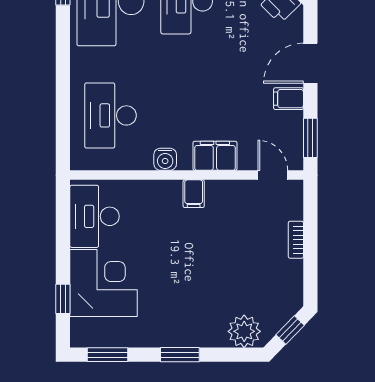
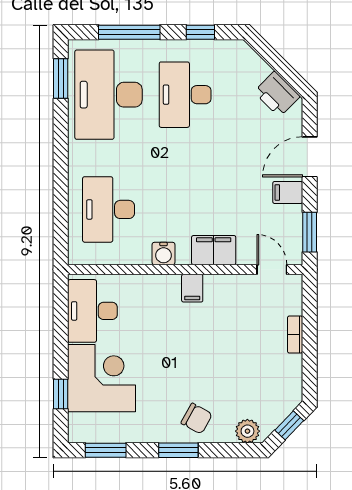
chair: (198, 323) -> (197, 419), added
plant: (244, 331) -> (247, 431), width x0.73, depth x0.73

